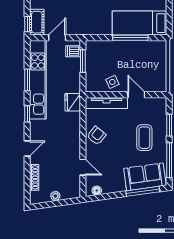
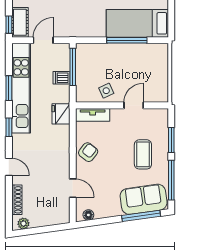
dishwasher: (73, 51) -> (61, 78), moved
window: (83, 61) -> (73, 67), width x1.44
door: (136, 95) -> (134, 105), hinge flipped
tv unit: (106, 103) -> (93, 115), width x0.71
door: (27, 149) -> (9, 167), hinge flipped
plant: (55, 196) -> (23, 224), moved

